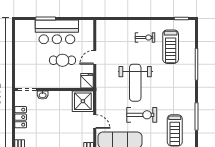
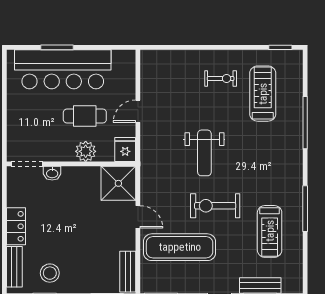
bar counter: (57, 32) -> (63, 69), width x1.36
treadmill: (171, 47) -> (263, 94), turned 180
plant: (63, 82) -> (86, 151), added
weight bench: (135, 83) -> (204, 153), width x0.73, depth x0.75
exercise bike: (142, 115) -> (215, 206), turned 180
locker: (21, 117) -> (16, 226), moved

